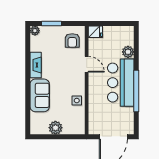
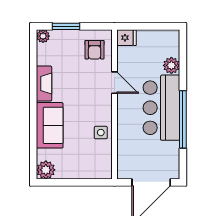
plant: (55, 128) -> (46, 170), moved

